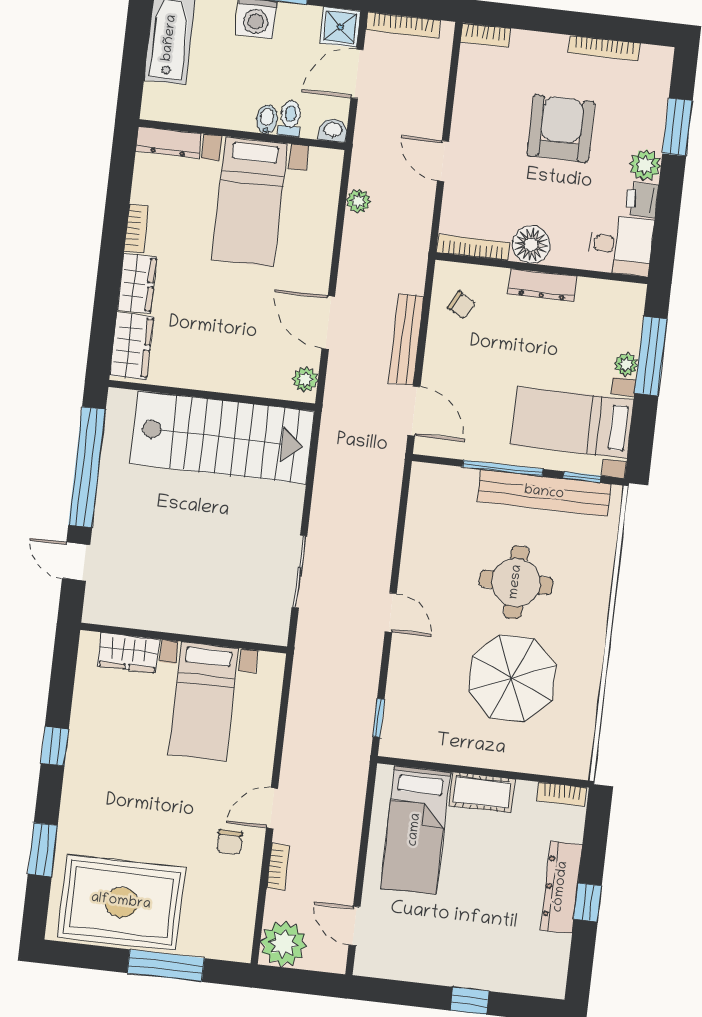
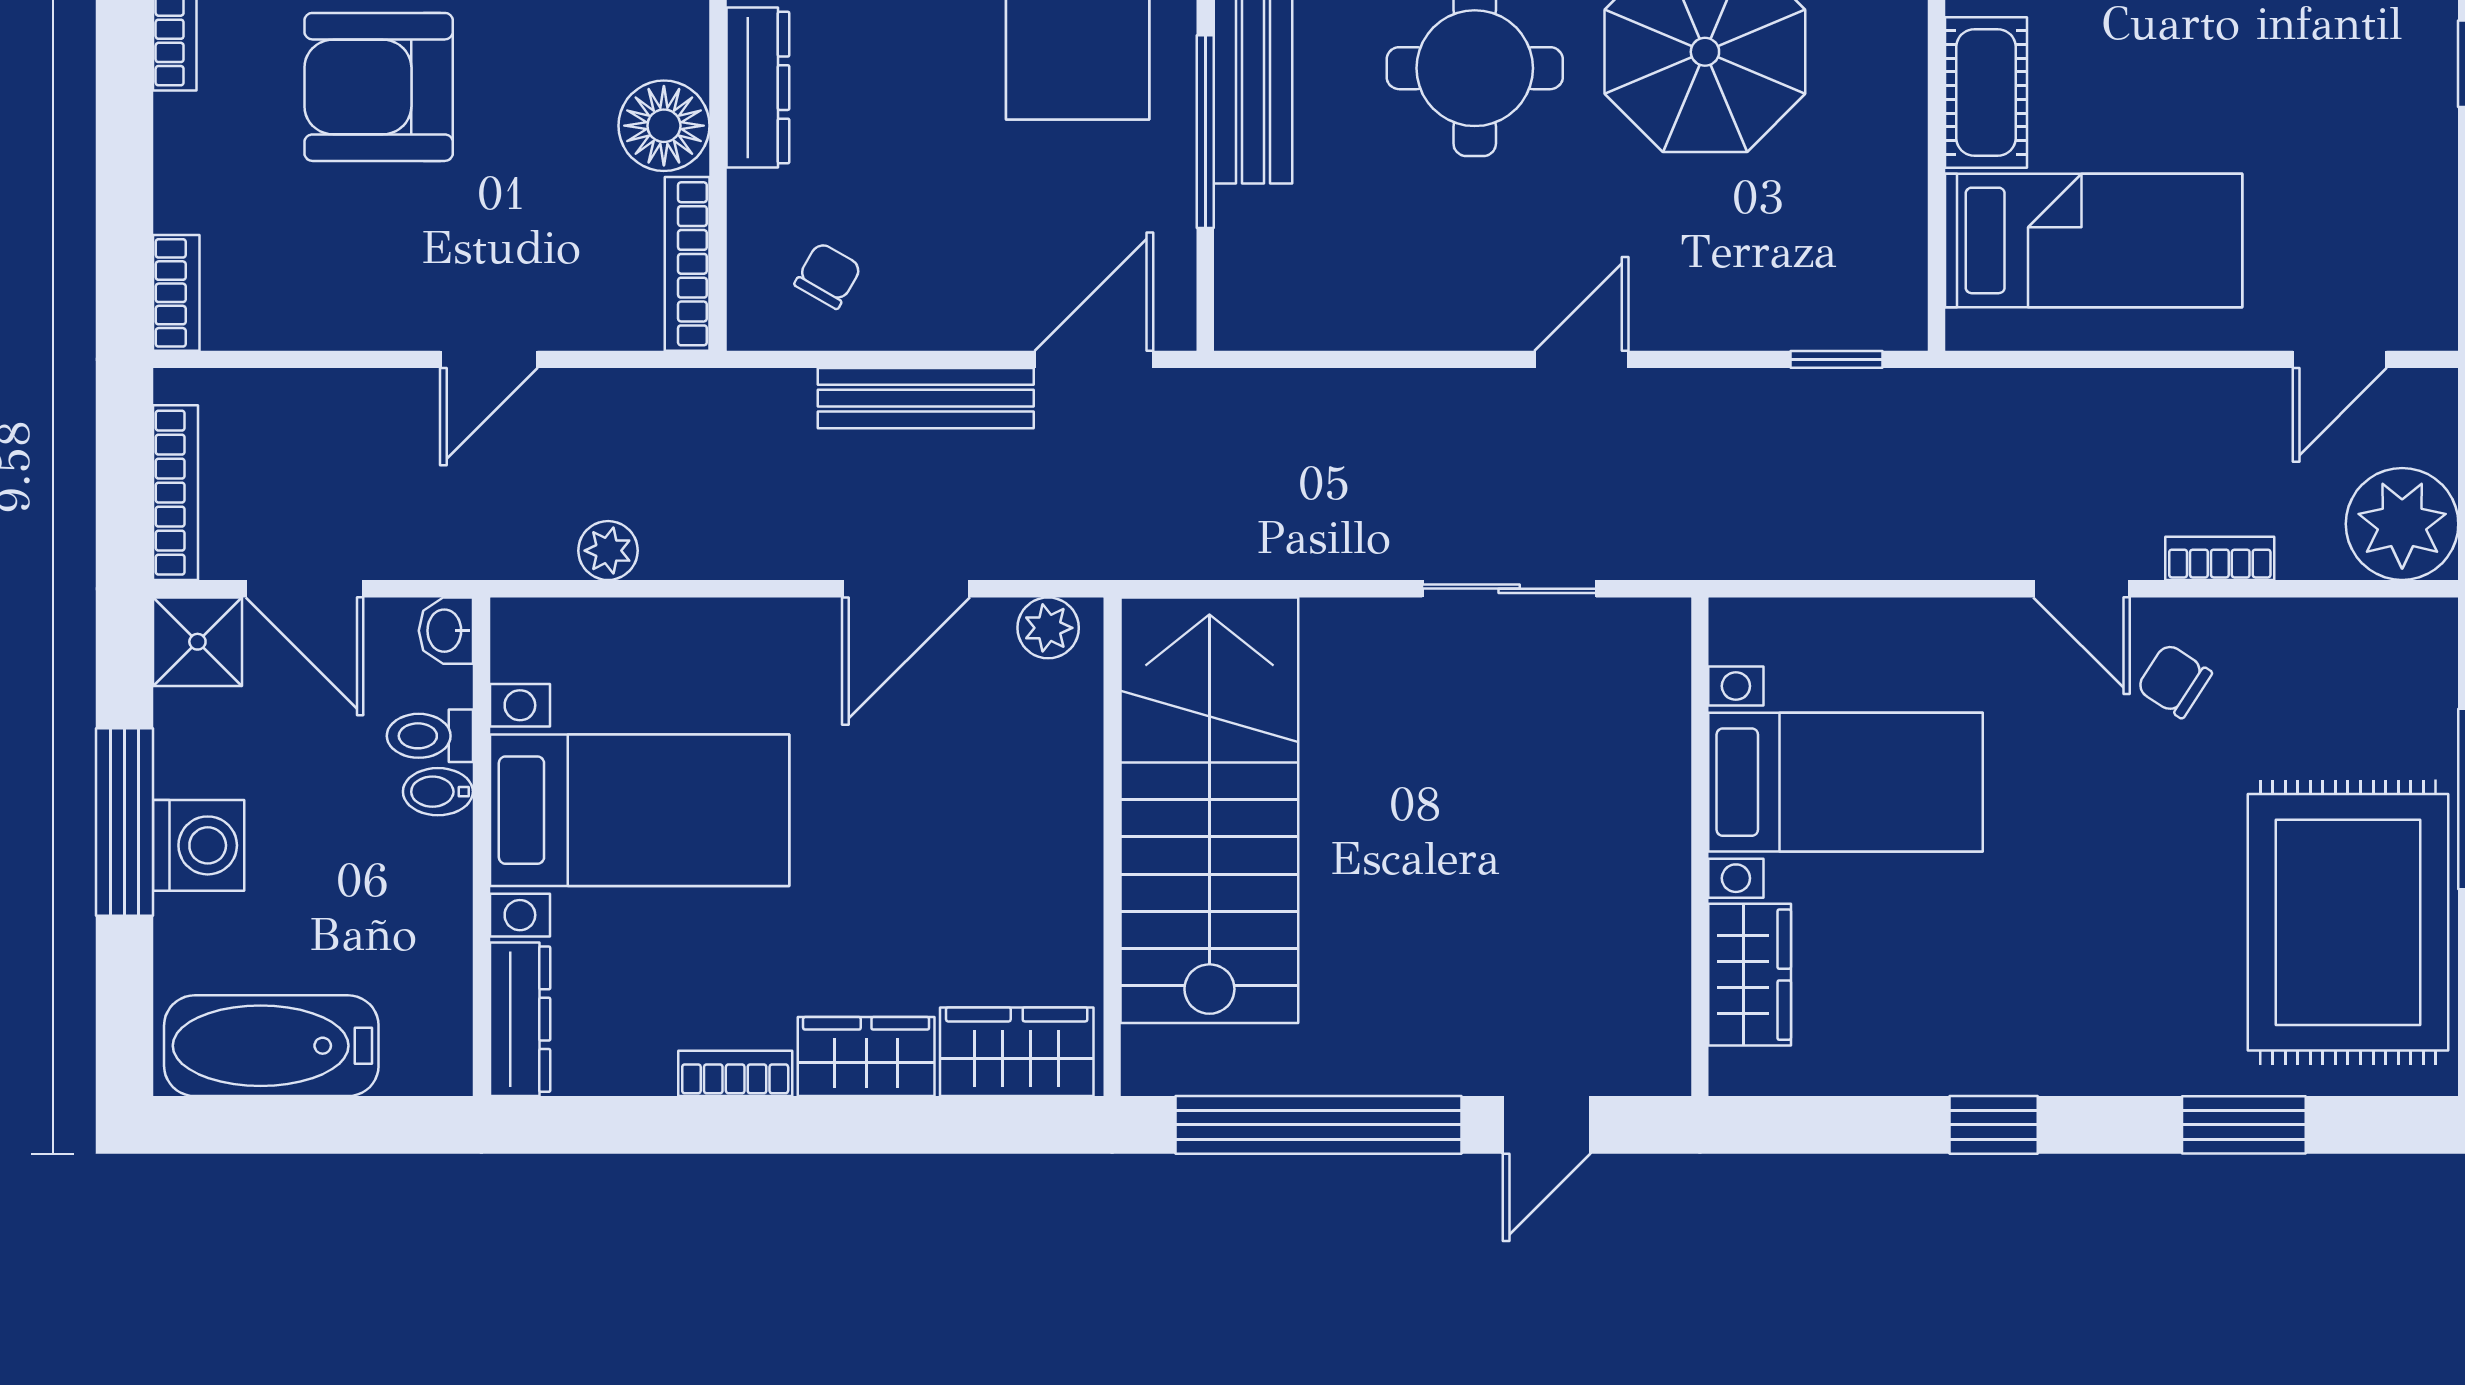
chair: (230, 842) -> (2174, 681), turned -147

